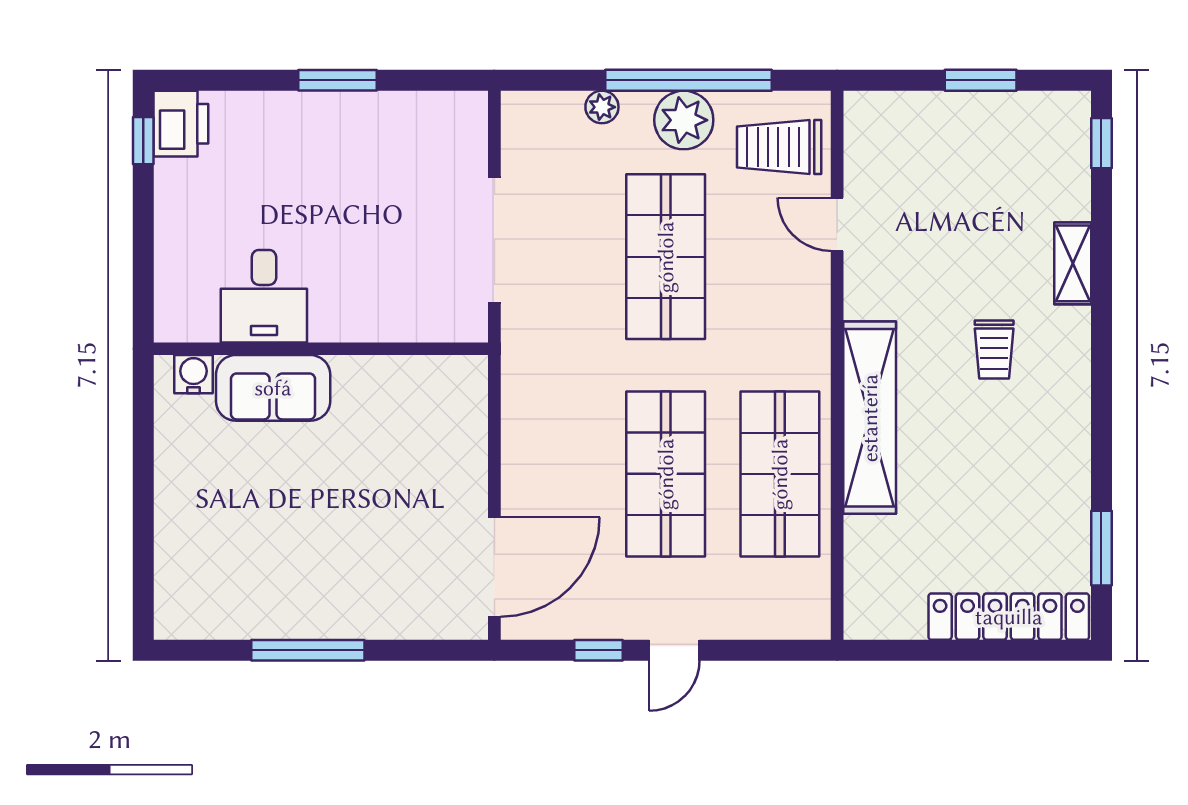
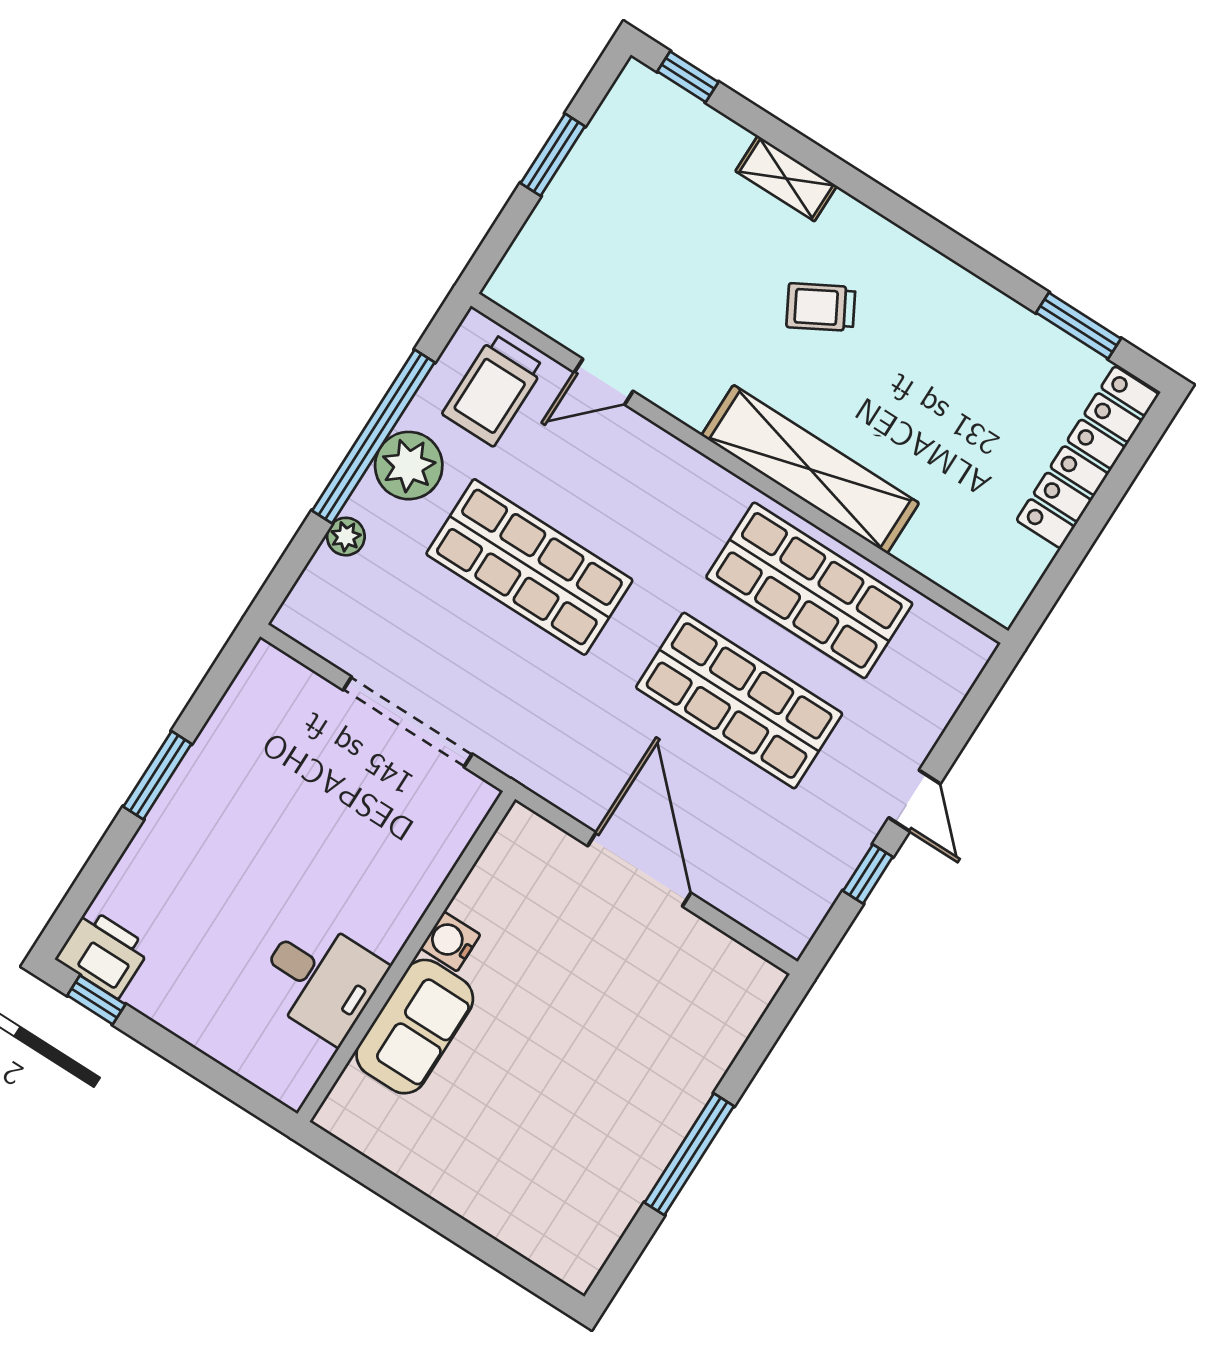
trolley: (994, 349) -> (821, 307), turned 151
water cooler: (194, 374) -> (450, 941), moved
door: (494, 567) -> (639, 869), moved

